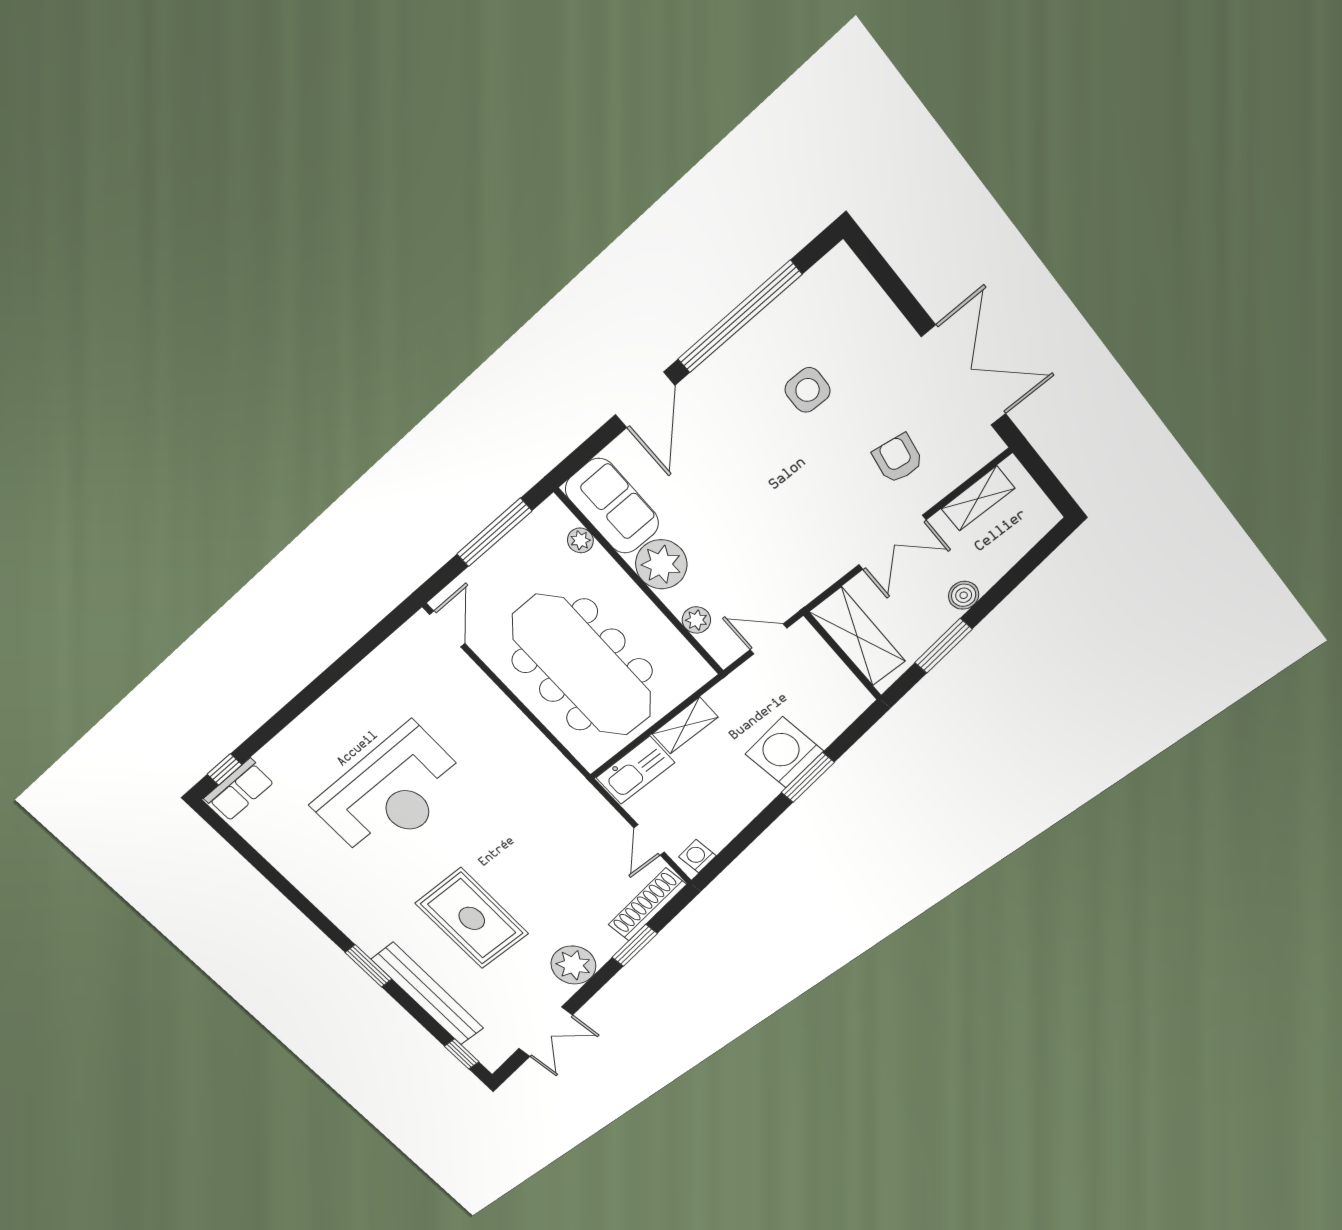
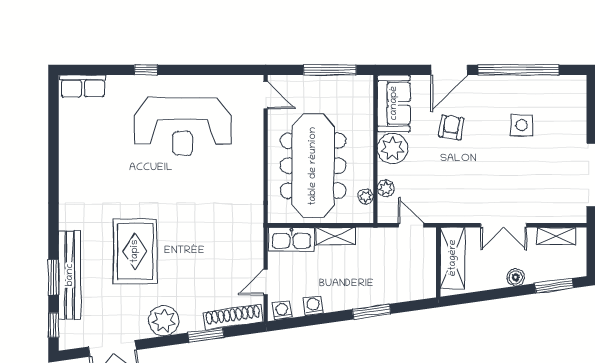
armchair: (898, 459) -> (451, 127), moved
plant: (580, 540) -> (366, 197), moved
door: (447, 629) -> (266, 95), hinge flipped
window: (943, 646) -> (554, 286), moved
washing machine: (784, 752) -> (313, 306), moved, width x0.53, depth x0.53
window: (225, 769) -> (146, 70), moved
reception desk: (391, 794) -> (183, 127), moved
window: (368, 966) -> (53, 277), moved

